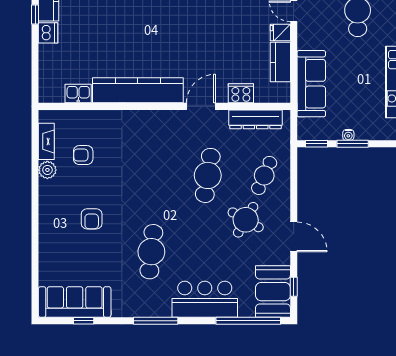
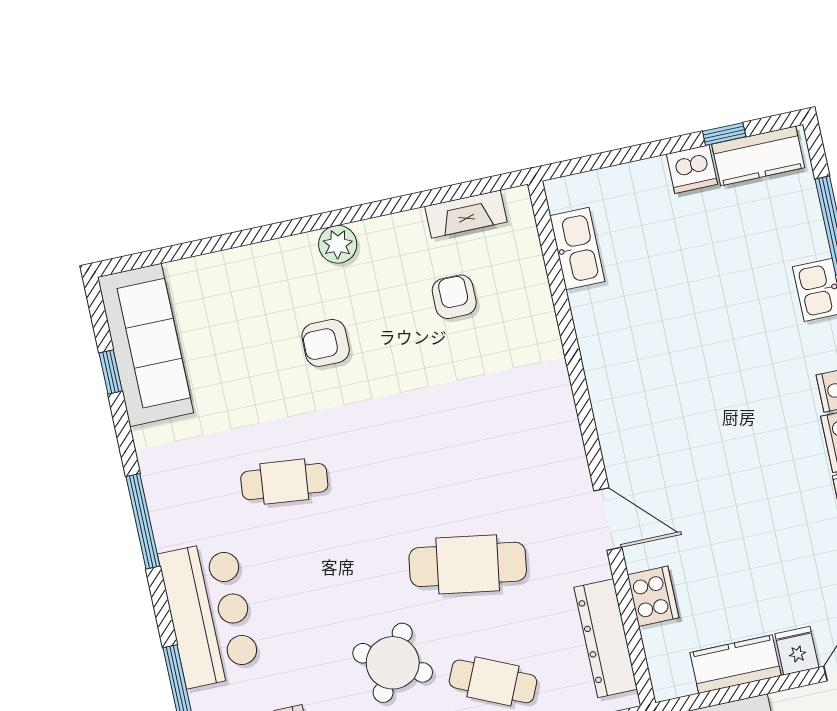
kitchen counter: (138, 90) -> (613, 381), removed
kitchen sink: (78, 94) -> (577, 249), width x1.38
plant: (47, 170) -> (338, 244), moved
cafe table: (151, 252) -> (284, 482), width x0.73, depth x0.74

